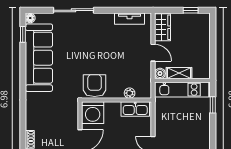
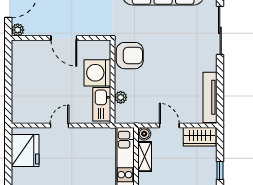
tv unit: (129, 19) -> (210, 97), width x1.41
door: (153, 53) -> (169, 125), swing flipped
washing machine: (93, 113) -> (97, 73), moved

